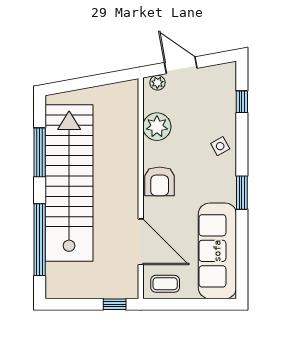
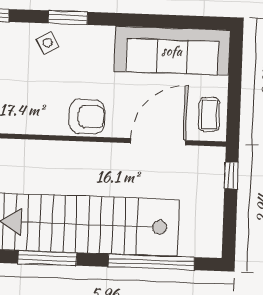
plant: (157, 127) -> (22, 117), removed
window: (242, 193) -> (68, 18), moved

